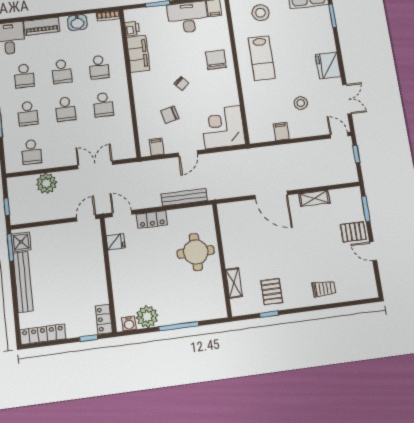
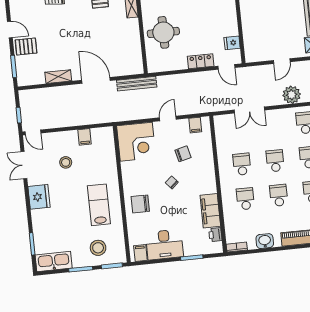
chair: (216, 60) -> (140, 204), turned 90
bench: (184, 197) -> (137, 84), moved
door: (86, 218) -> (282, 61), moved

